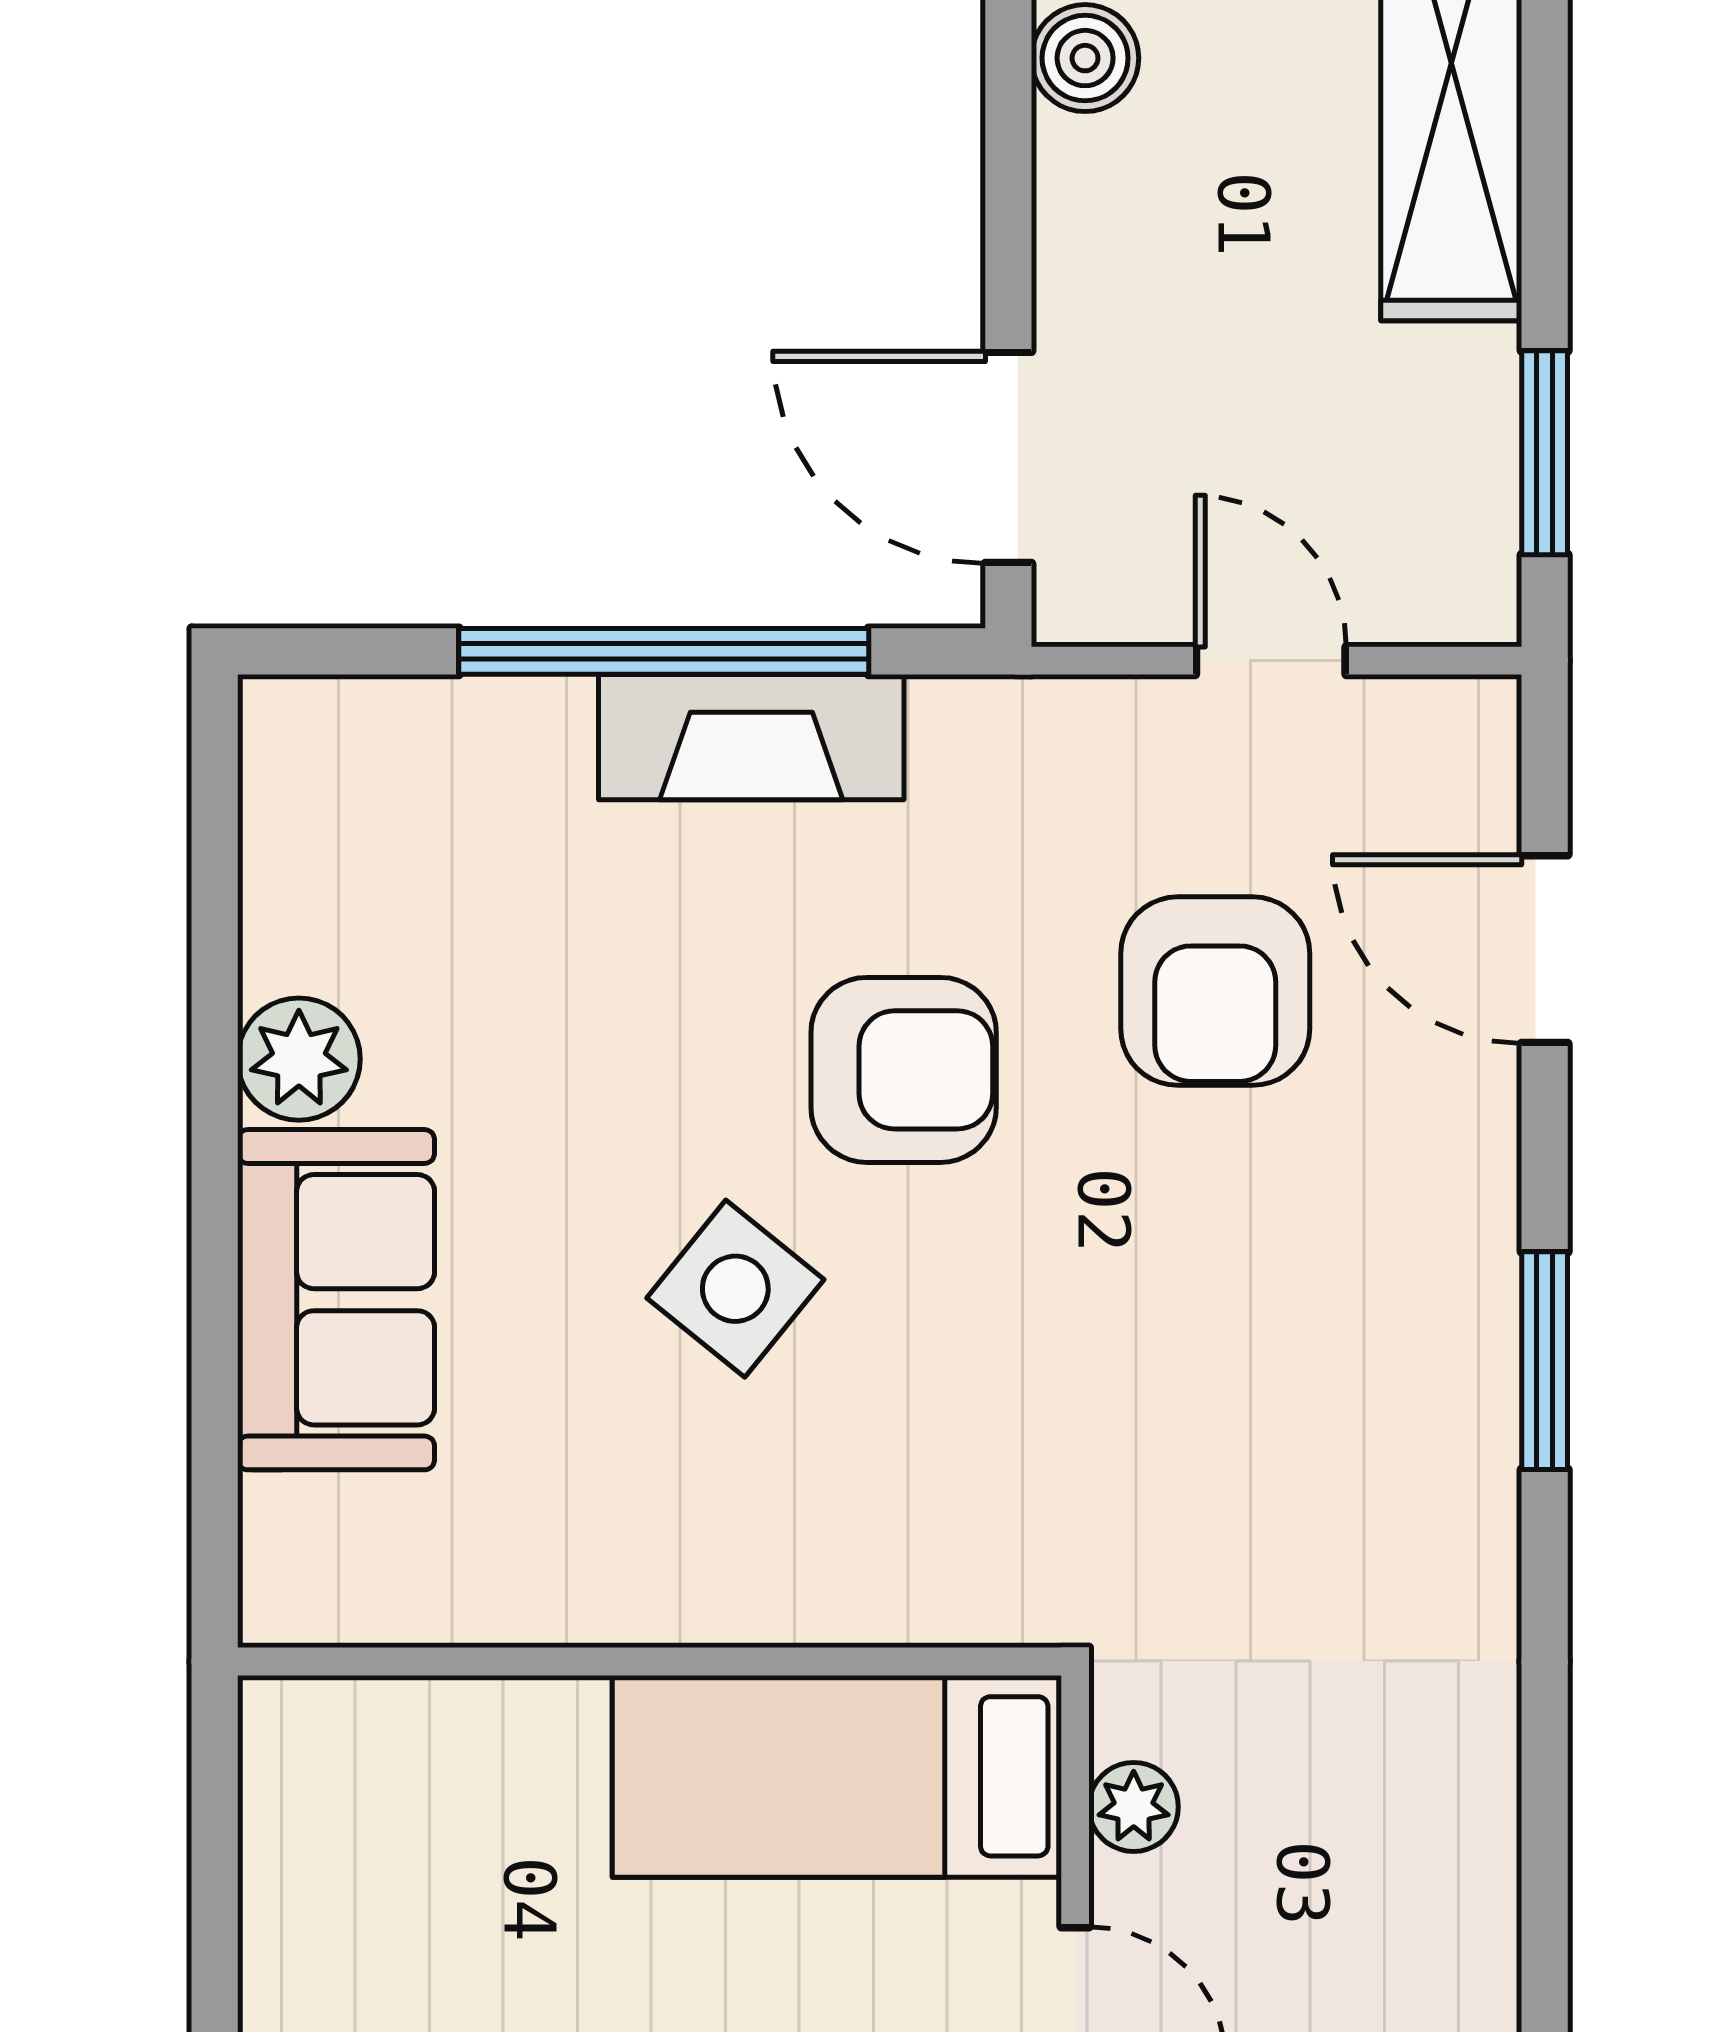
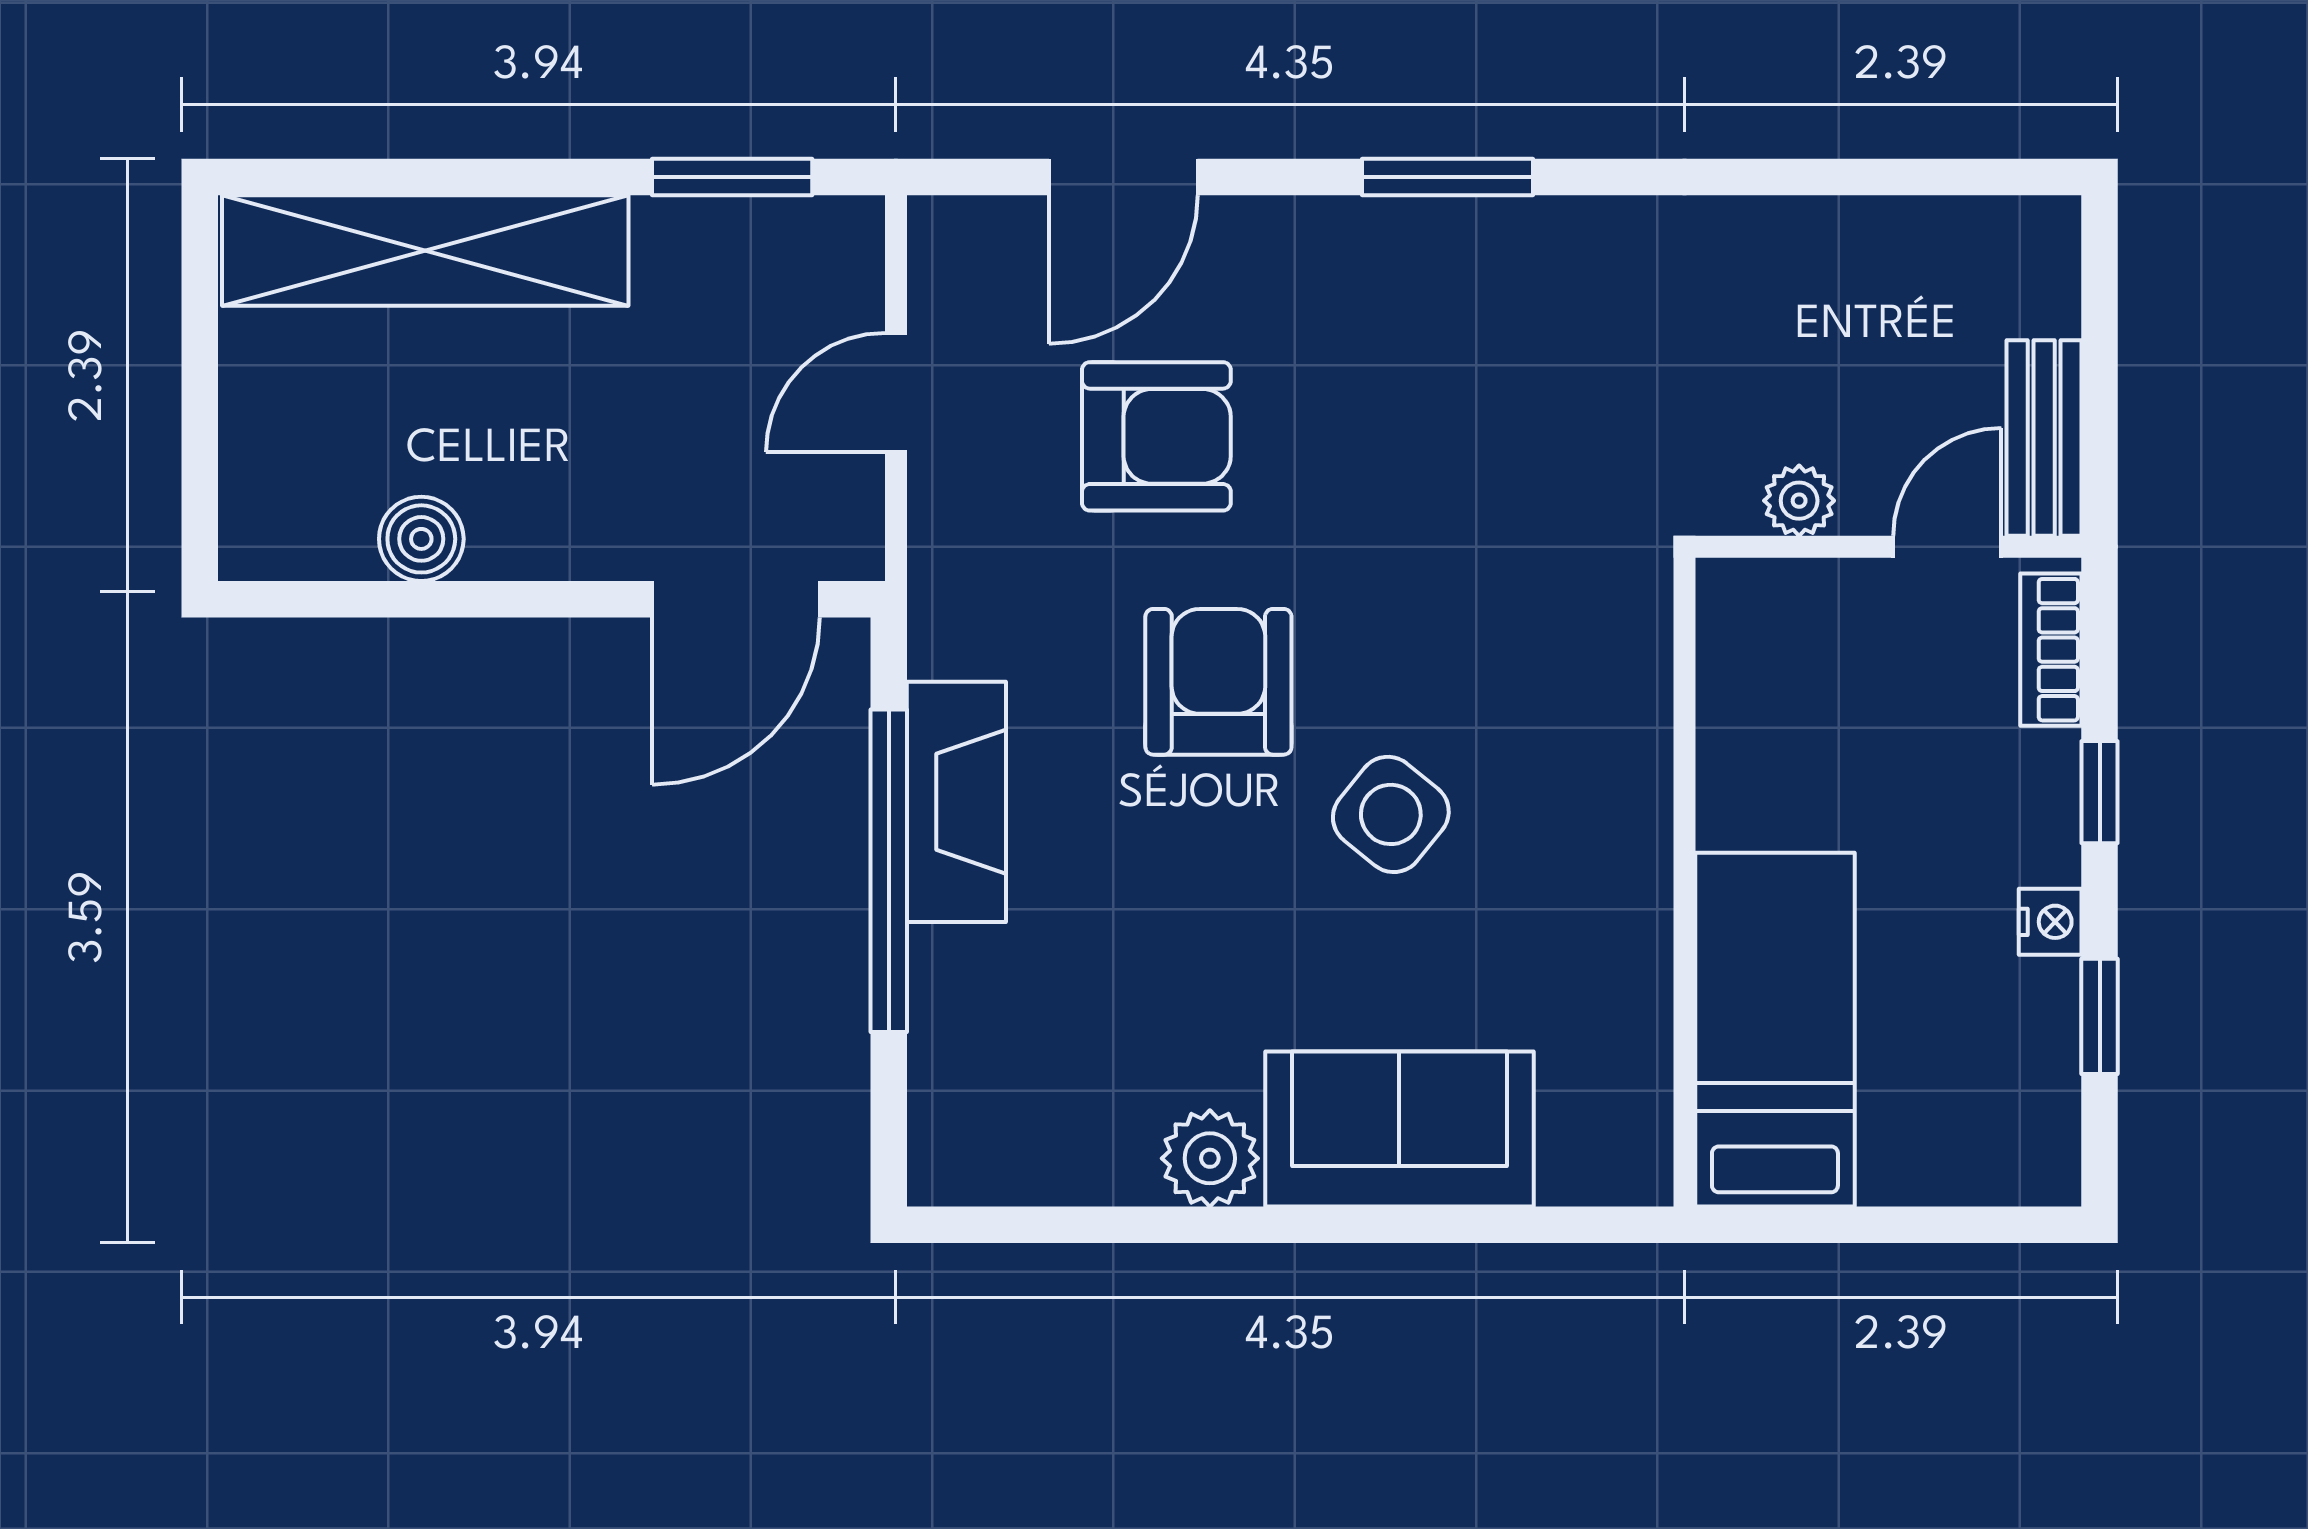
bed: (837, 1776) -> (1775, 1030), moved, turned 180

